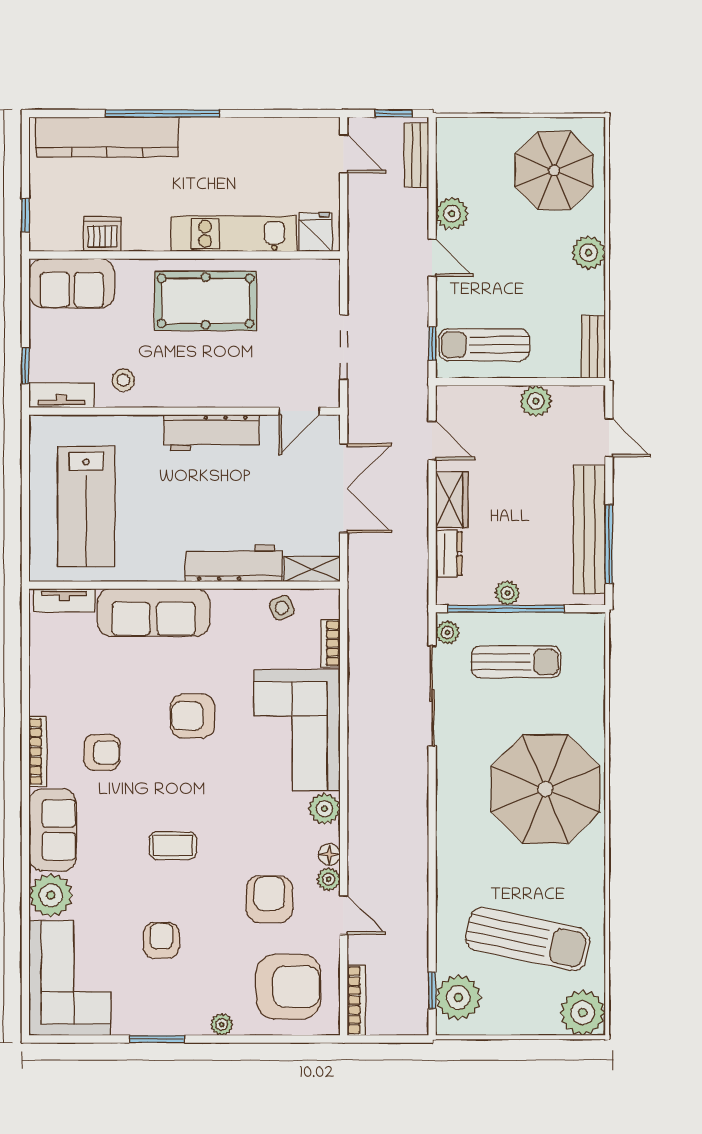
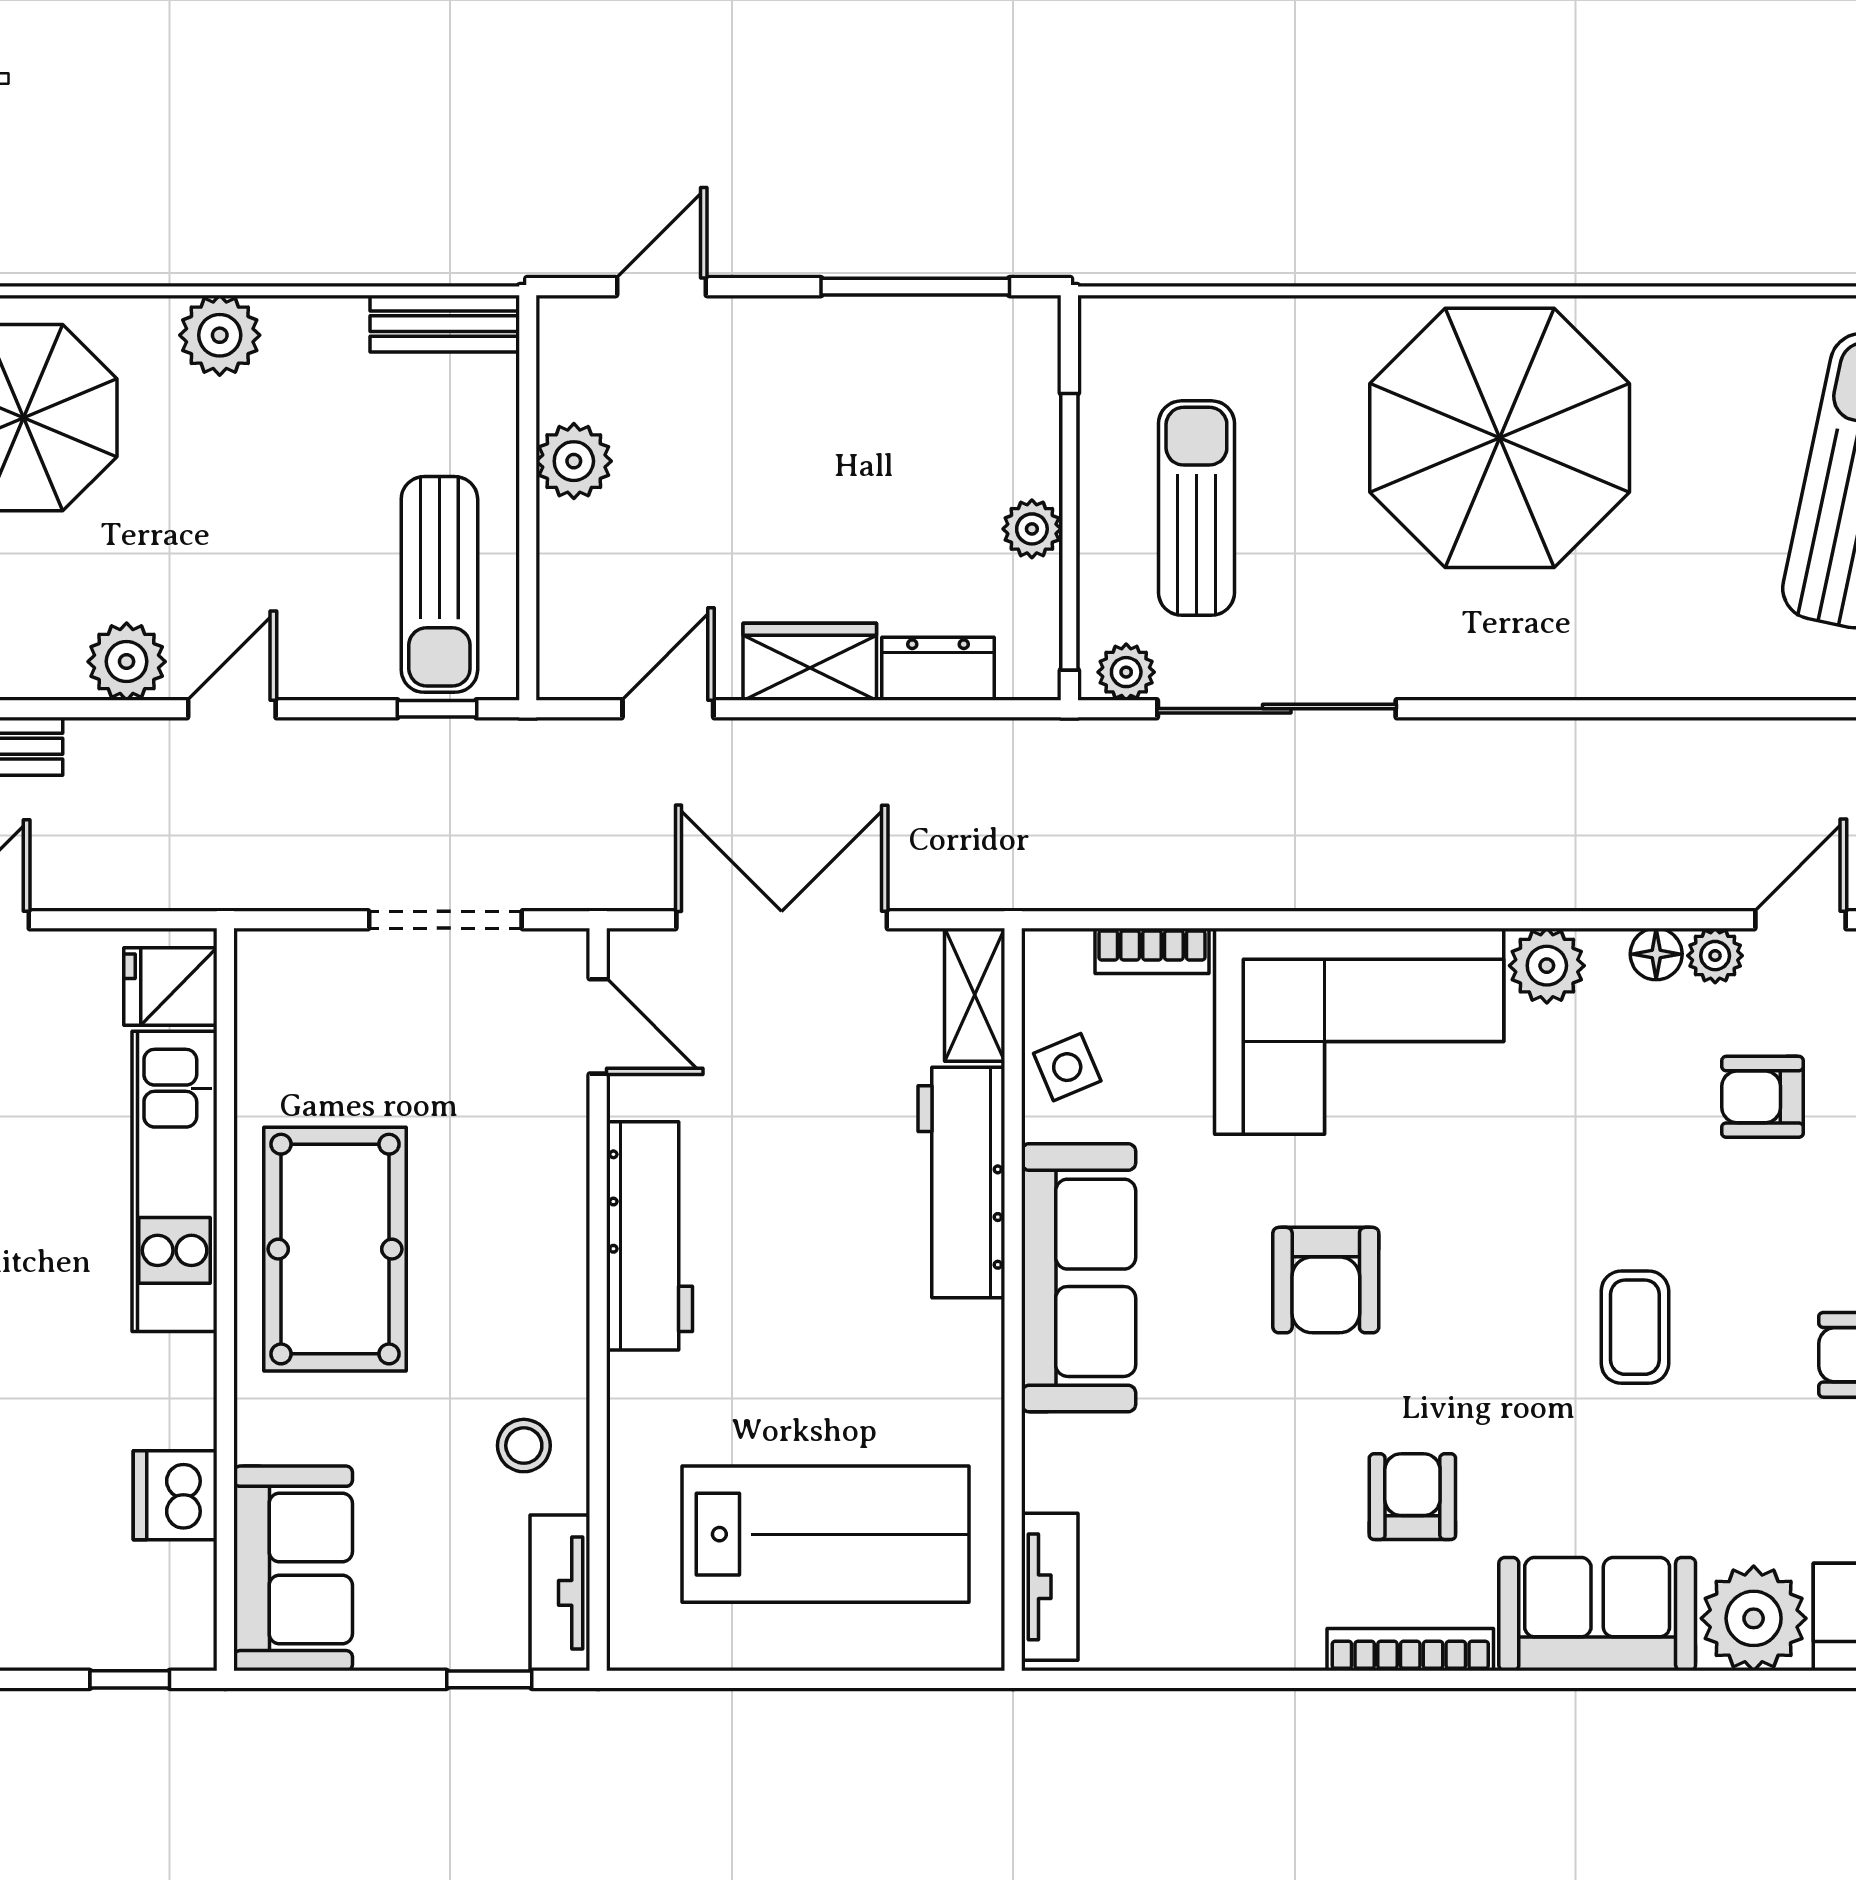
bench: (589, 530) -> (881, 333), removed
sofa: (154, 613) -> (1079, 1278), moved
armchair: (269, 899) -> (1763, 1097), width x0.72, depth x0.72

